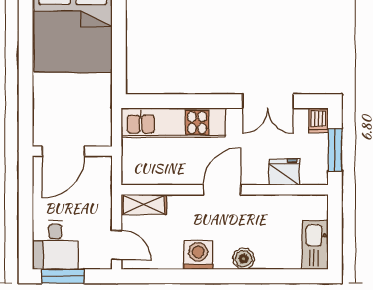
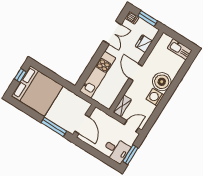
window: (26, 102) -> (54, 127), added
boiler: (244, 259) -> (162, 82), width x1.86, depth x1.86

